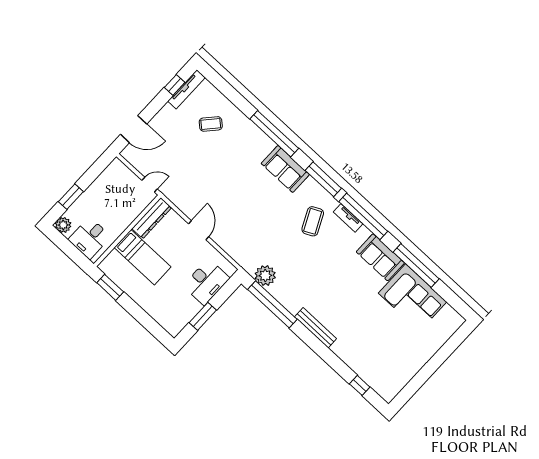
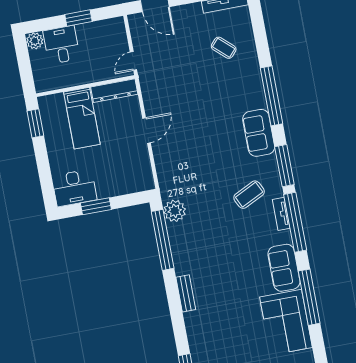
door: (150, 185) -> (133, 61), swing flipped
window: (71, 197) -> (78, 18), moved
desk: (90, 238) -> (61, 45), moved, turned 90
desk: (206, 282) -> (74, 188), moved
bench: (316, 328) -> (186, 293), width x0.73

